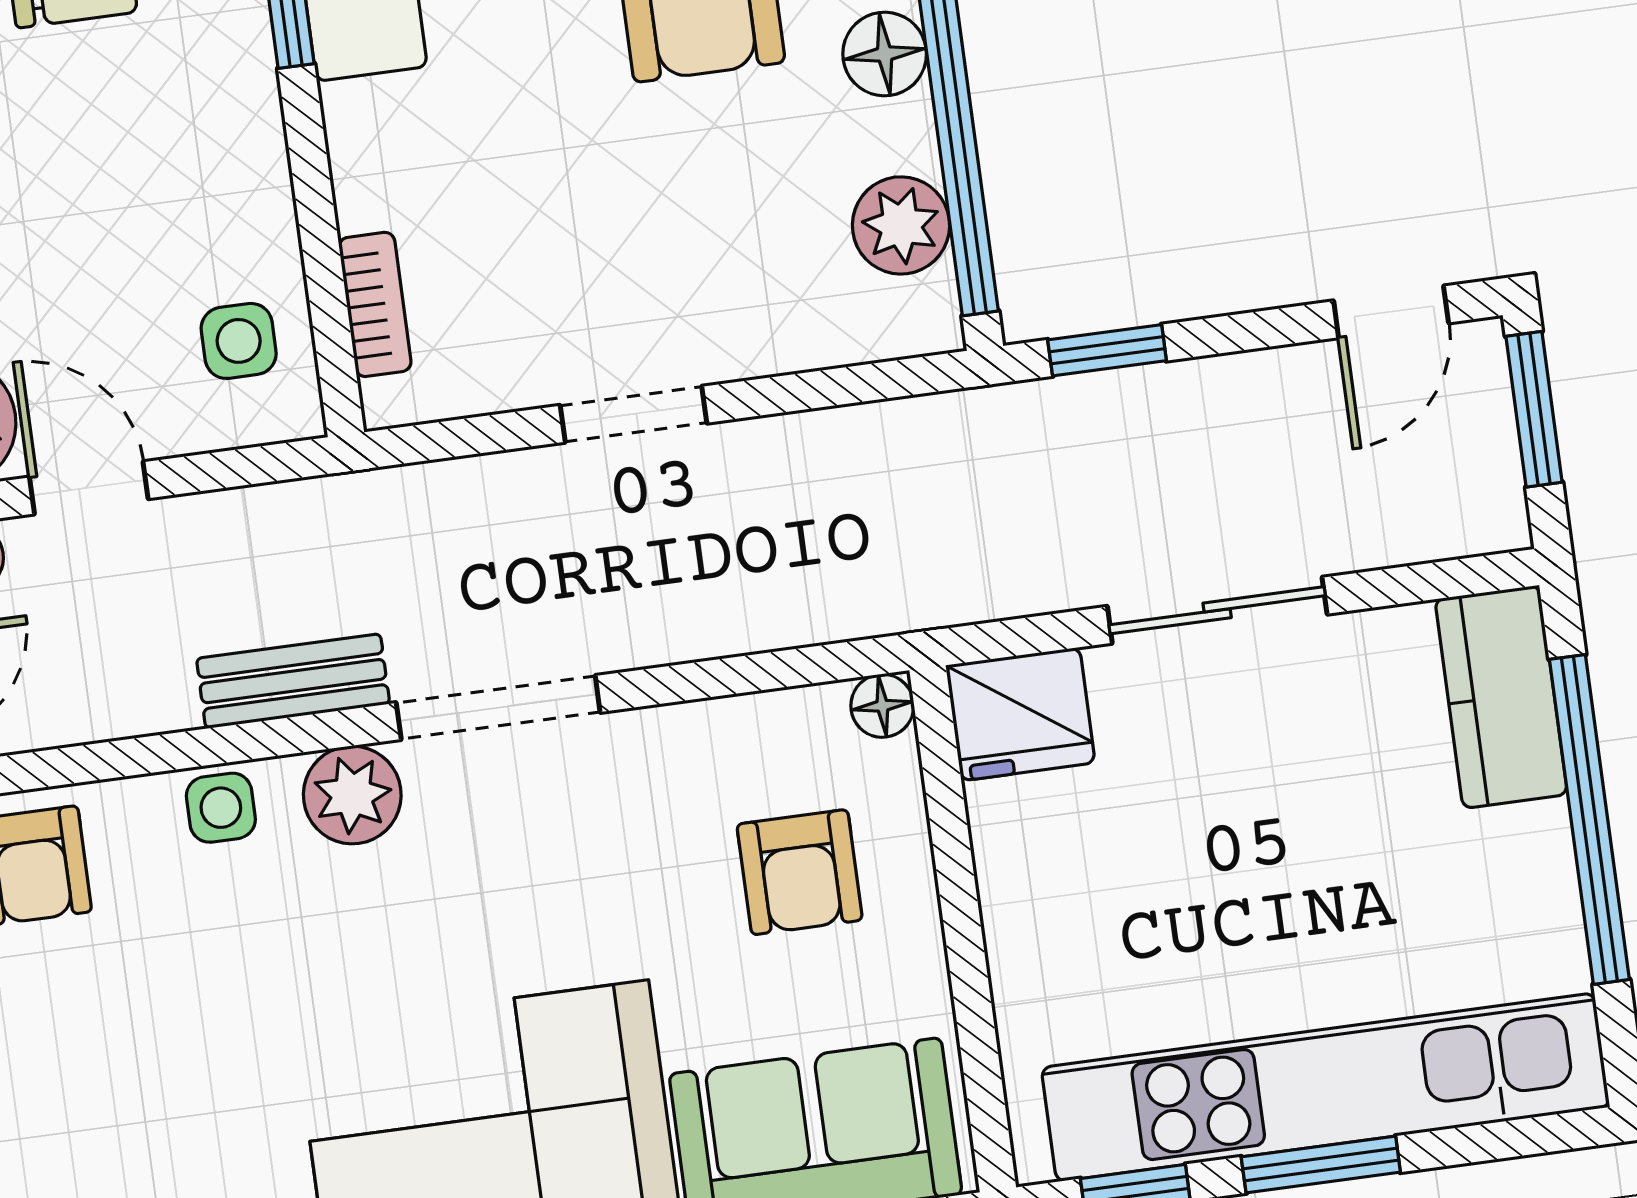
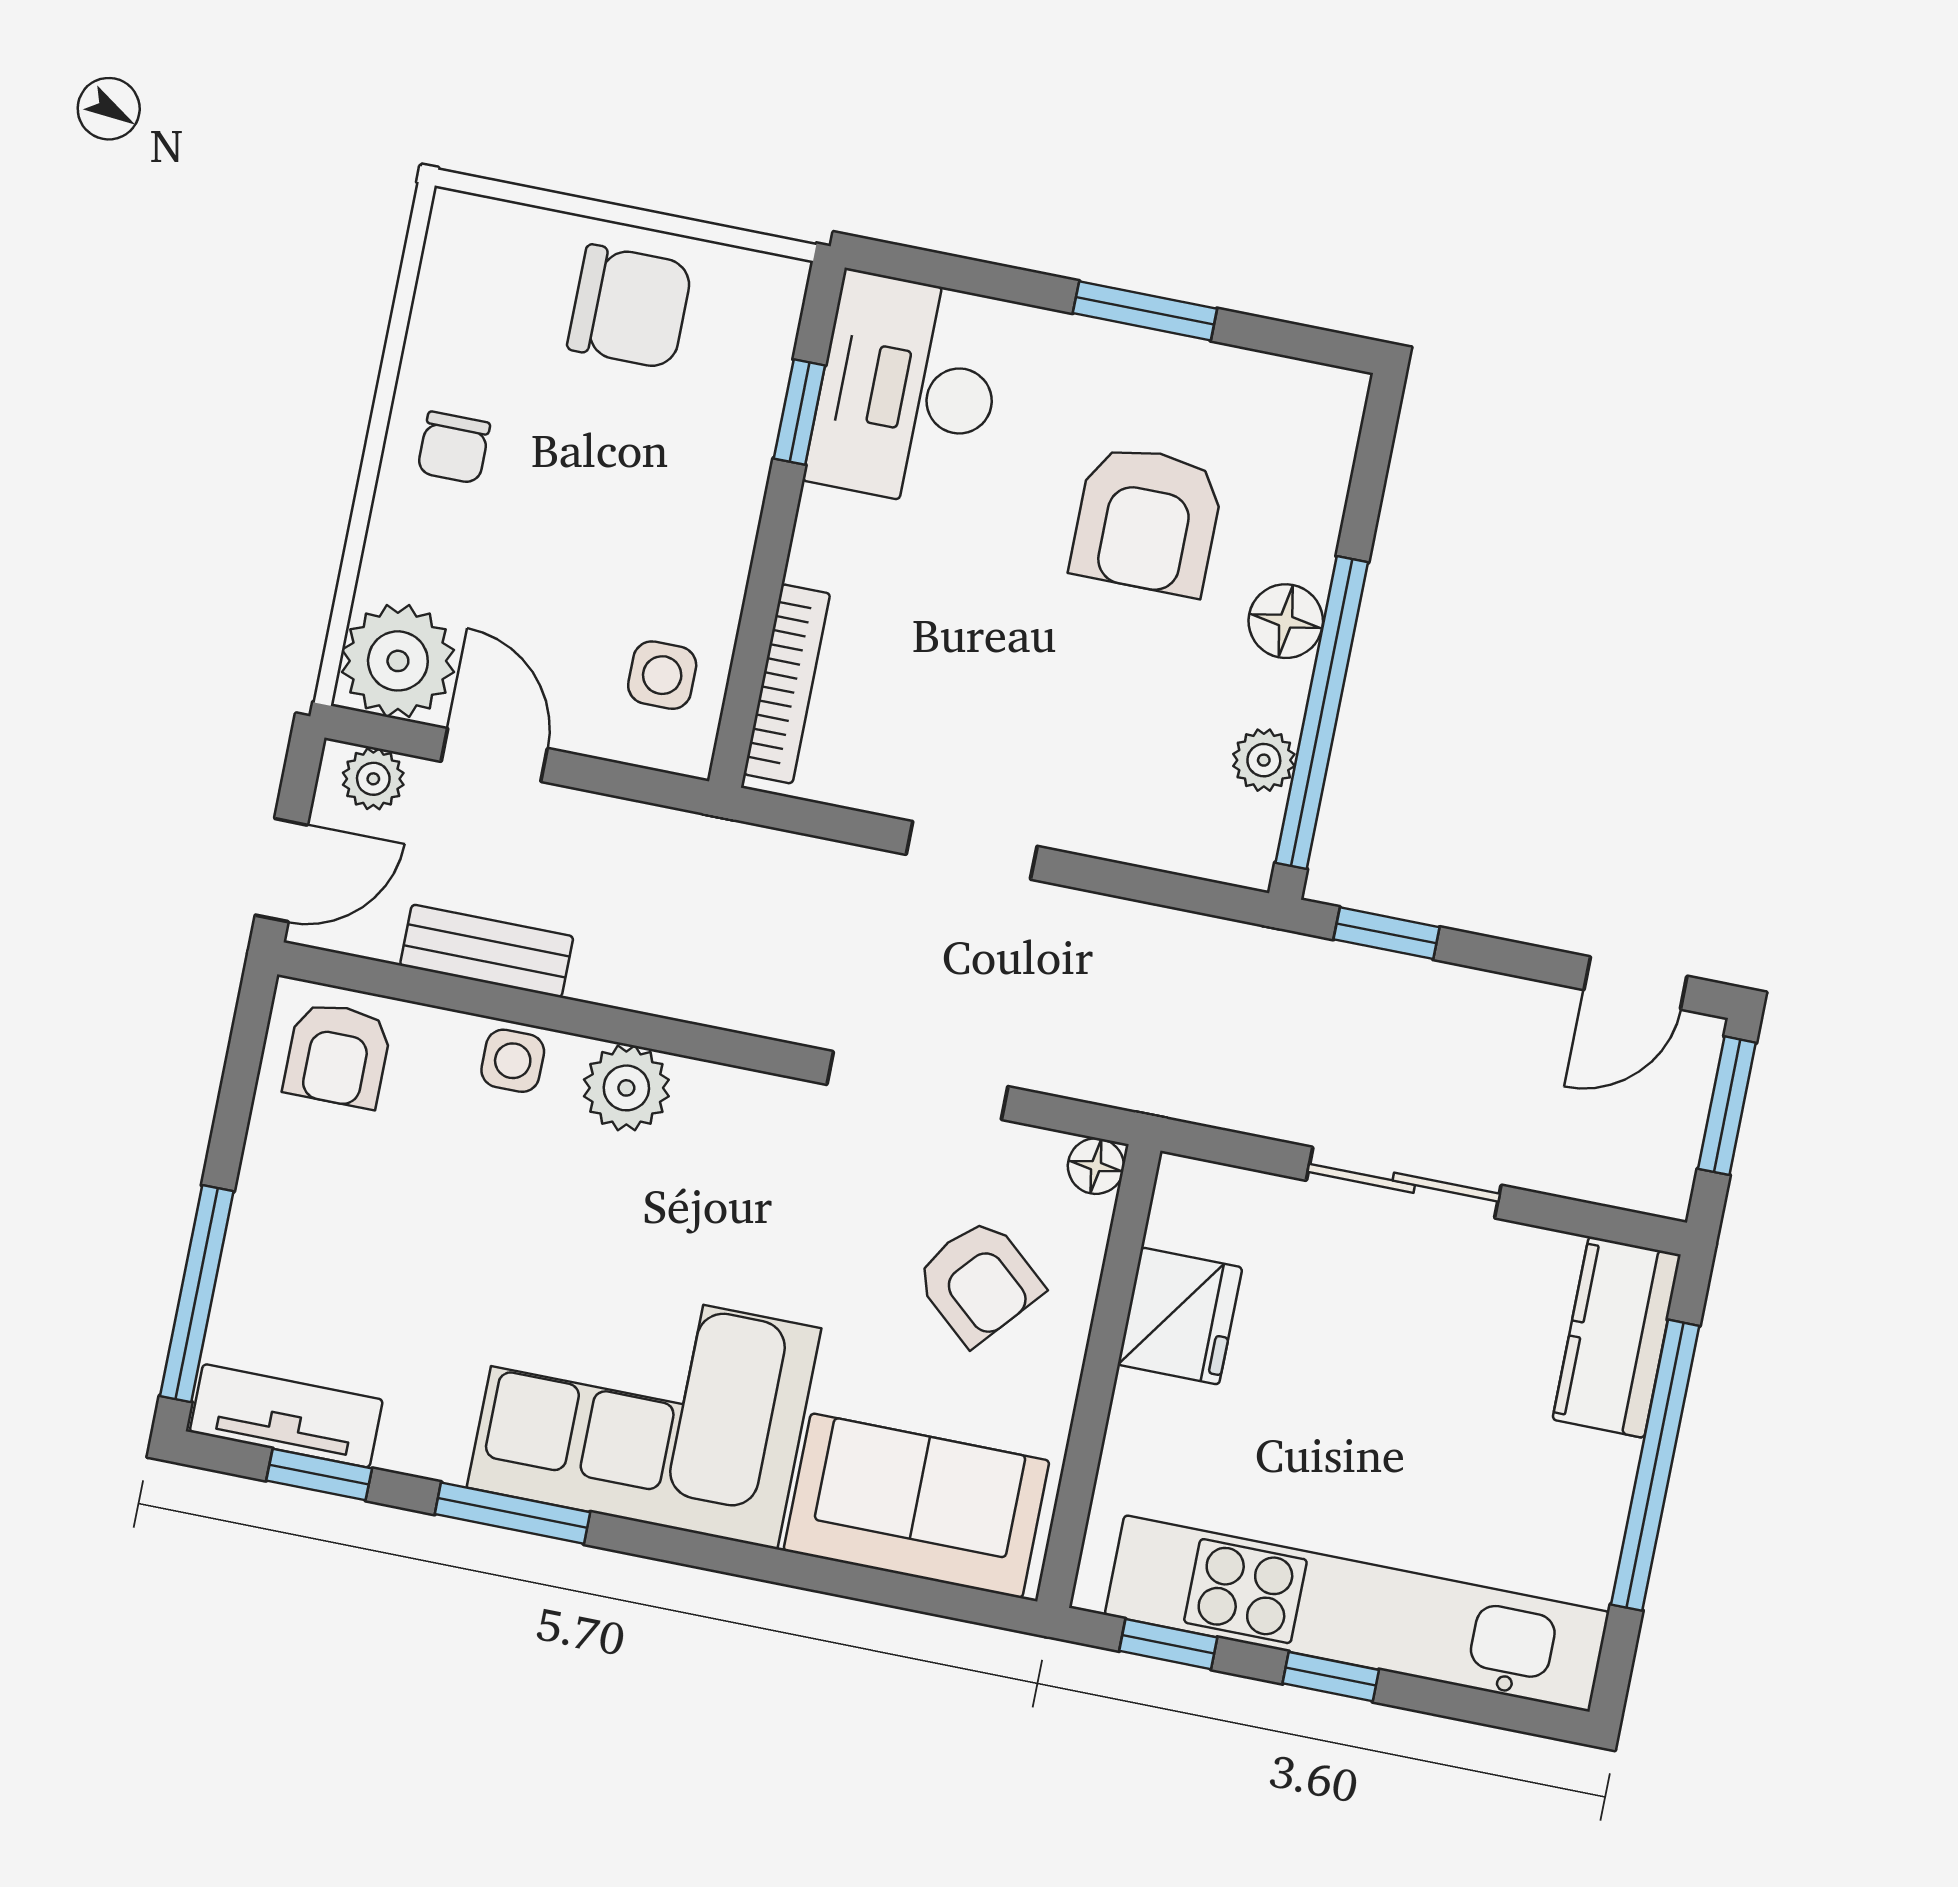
plant: (901, 225) -> (1264, 760), width x0.73, depth x0.73
bookcase: (375, 304) -> (787, 684), width x1.56
bench: (293, 681) -> (487, 951), moved
doorway: (498, 707) -> (917, 1086), moved
fridge: (1020, 714) -> (1180, 1316), moved, turned -90
armchair: (800, 872) -> (979, 1282), turned -49
window: (1321, 1165) -> (1331, 1677), width x0.67

